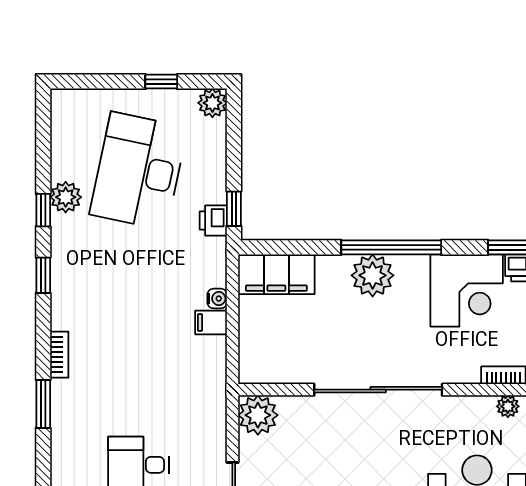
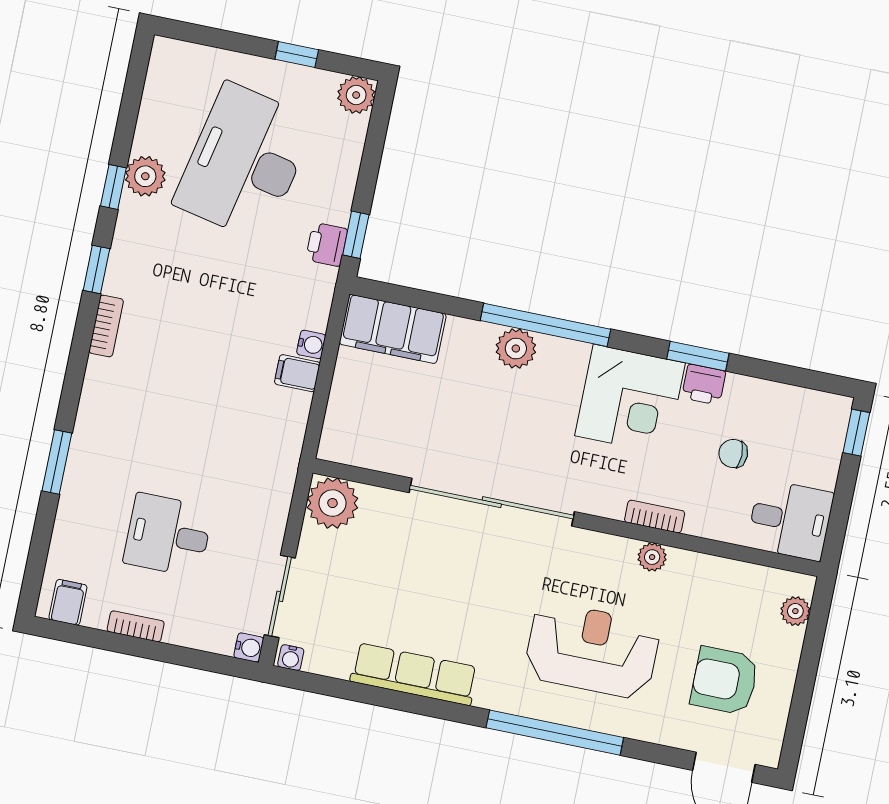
plant: (373, 275) -> (516, 349), width x0.73, depth x0.73
bookcase: (59, 355) -> (106, 326), moved
window: (43, 404) -> (57, 462), moved

